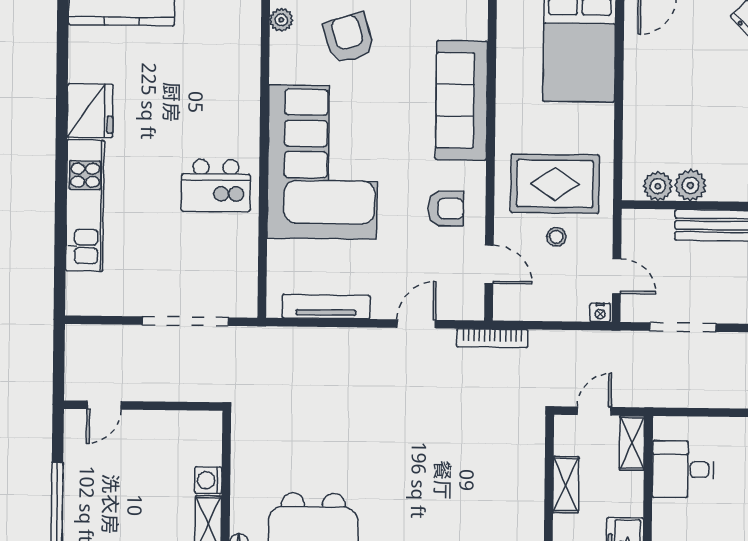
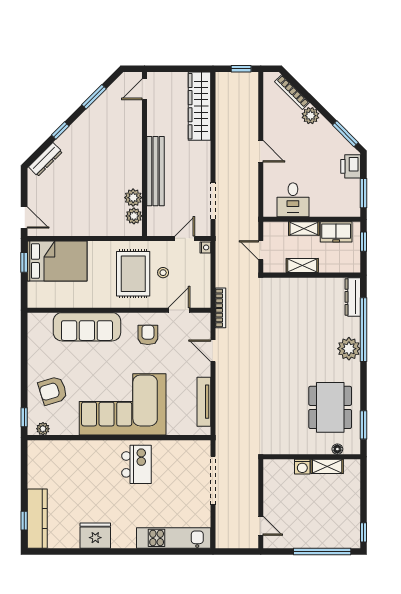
kitchen unit: (85, 205) -> (174, 538), moved
shelving: (632, 443) -> (304, 229), moved

